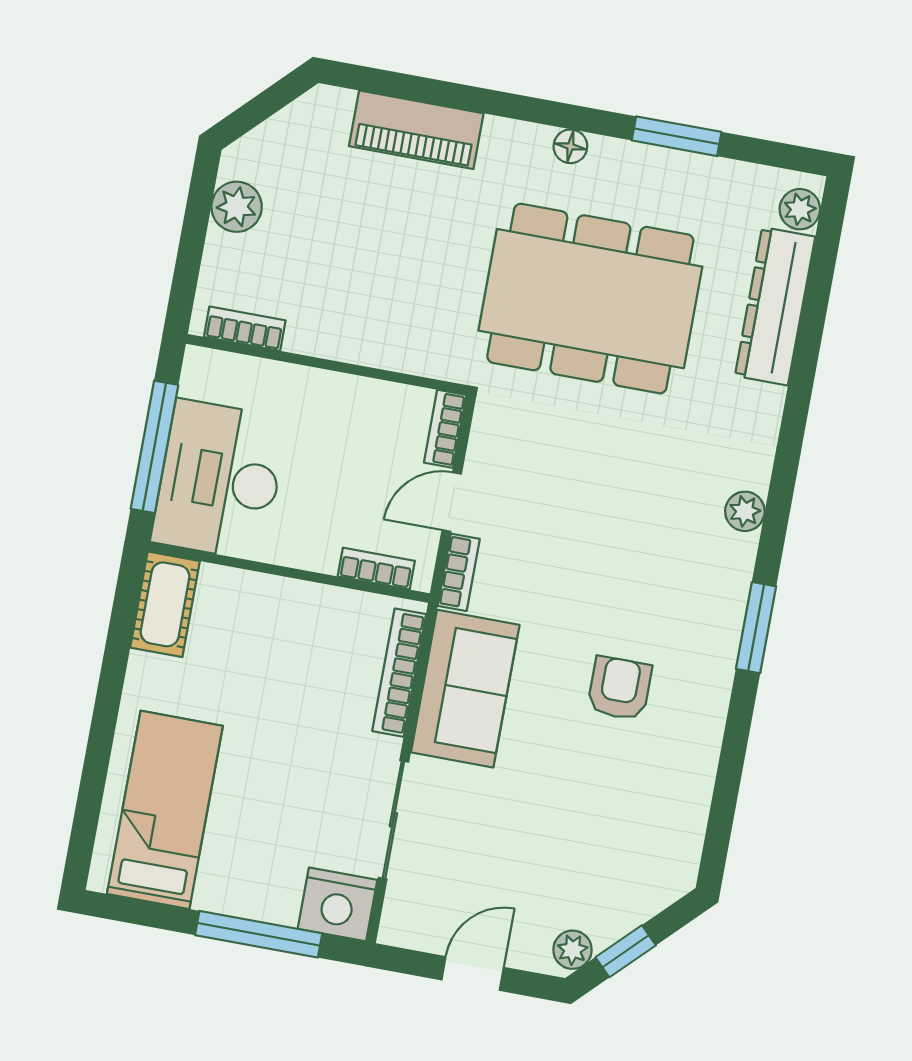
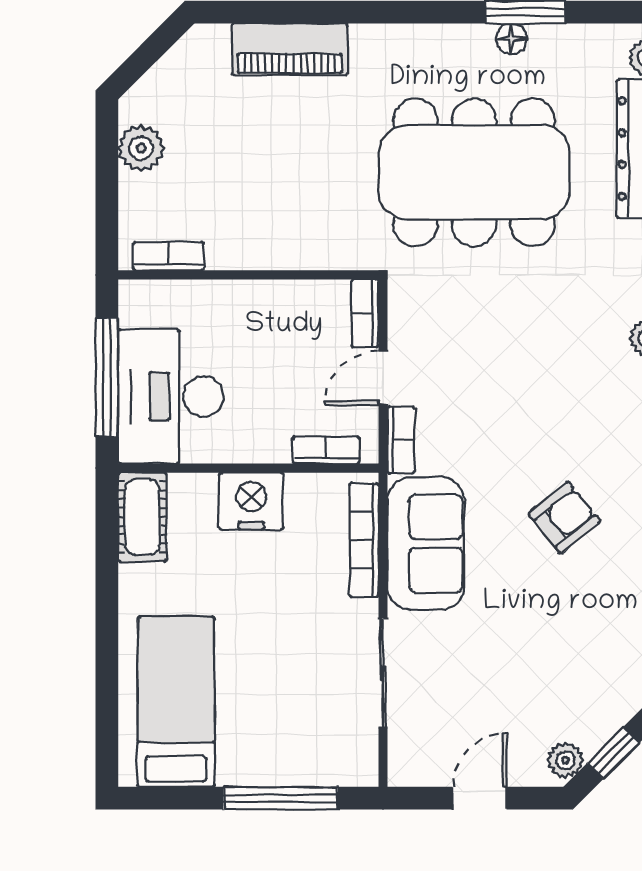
floor lamp: (570, 146) -> (512, 39), moved
armchair: (619, 688) -> (564, 518), turned 51
nightstand: (337, 904) -> (251, 501), moved, turned 180

